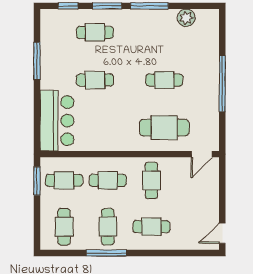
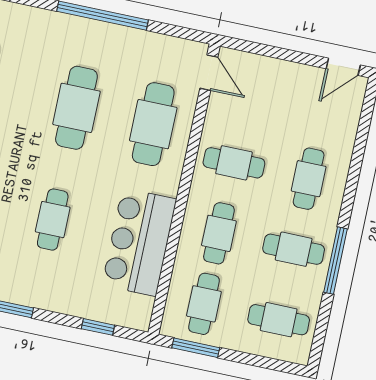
cafe table: (164, 80) -> (76, 108), width x1.37, depth x1.35
window: (37, 120) -> (98, 327), added
bar counter: (57, 121) -> (139, 242), moved, turned -90
door: (222, 233) -> (343, 67), hinge flipped

